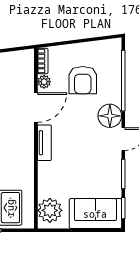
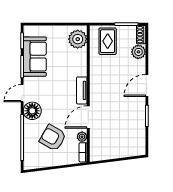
armchair: (83, 80) -> (53, 138), turned -60
sofa: (95, 214) -> (35, 57), moved, turned -90

